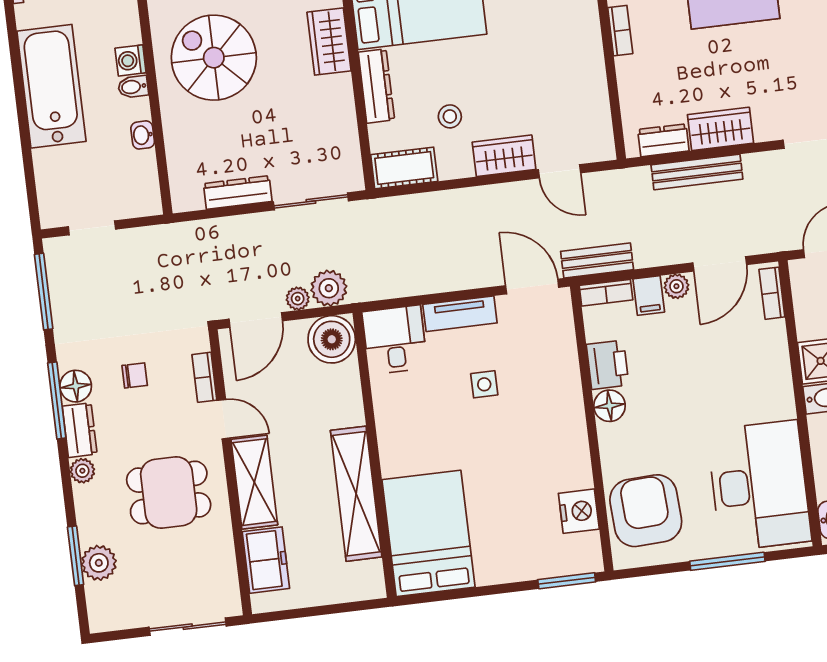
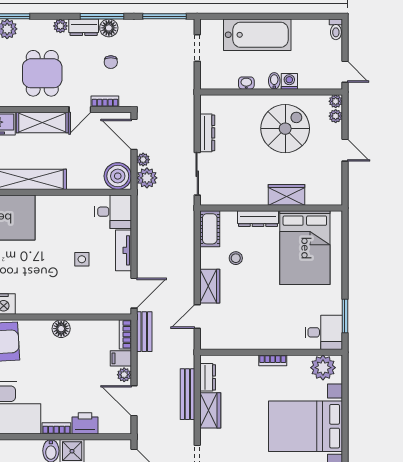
bathtub: (51, 86) -> (257, 35), moved
bookcase: (772, 293) -> (56, 428), moved
printer: (608, 365) -> (85, 423), moved, turned 180

